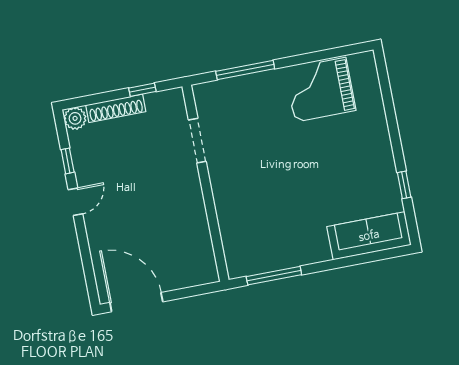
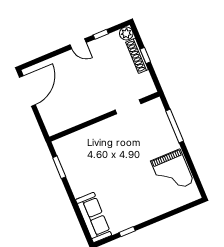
window: (142, 90) -> (145, 56), moved
grand piano: (320, 90) -> (172, 172), turned 180
window: (274, 276) -> (59, 167), width x0.69

